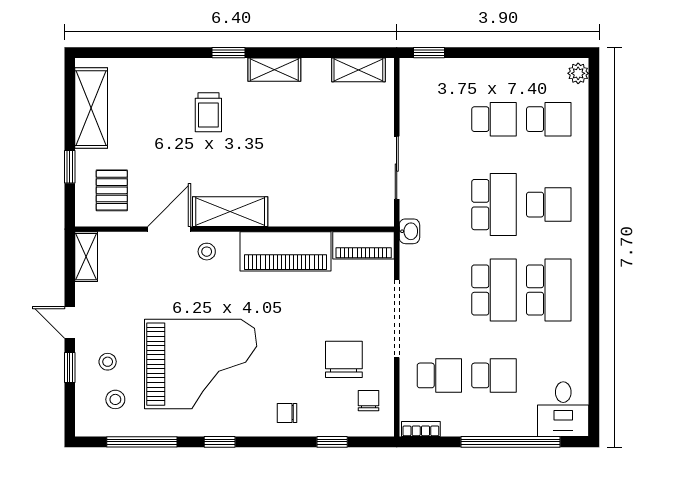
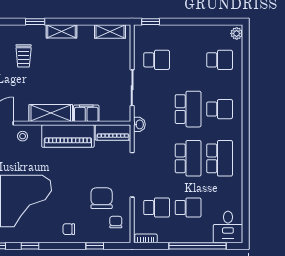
school desk: (494, 119) -> (157, 60), moved
shelving: (230, 212) -> (51, 113), moved
filing cabinet: (317, 212) -> (86, 113), added

